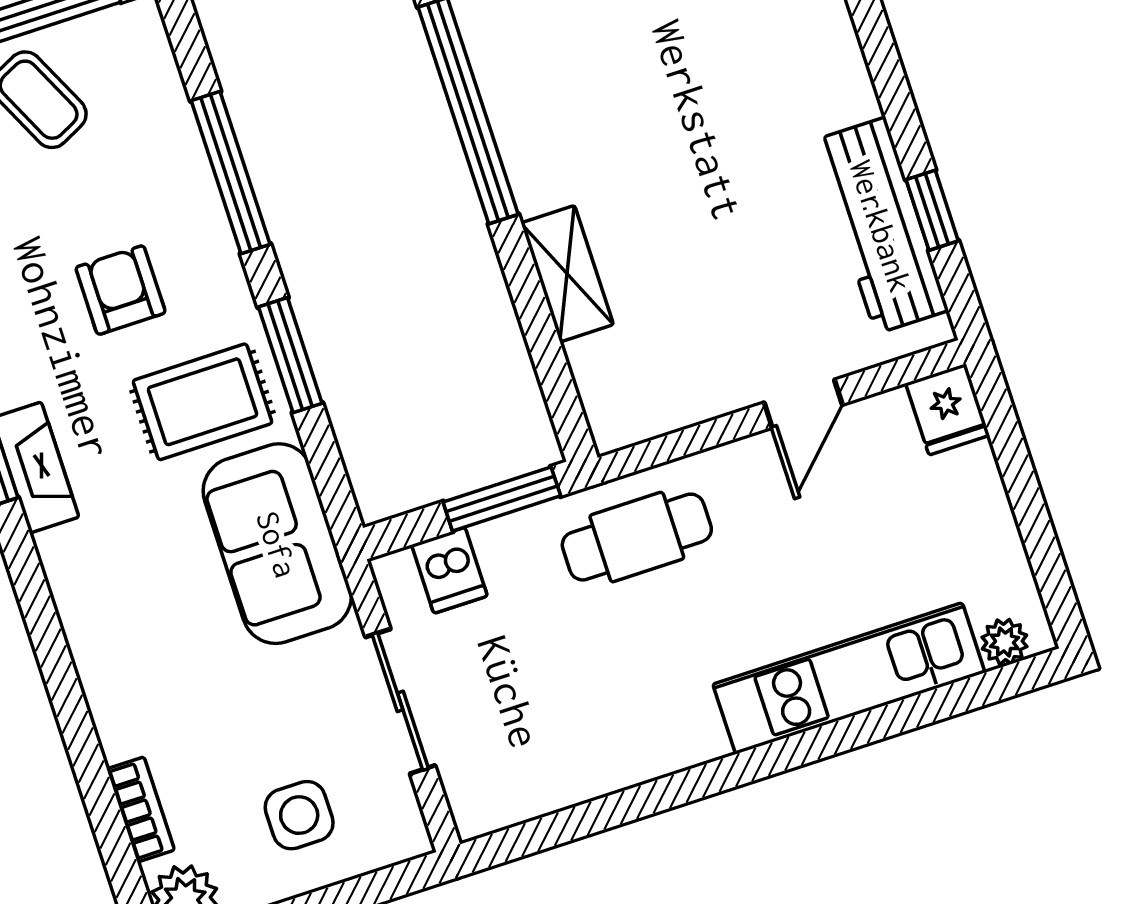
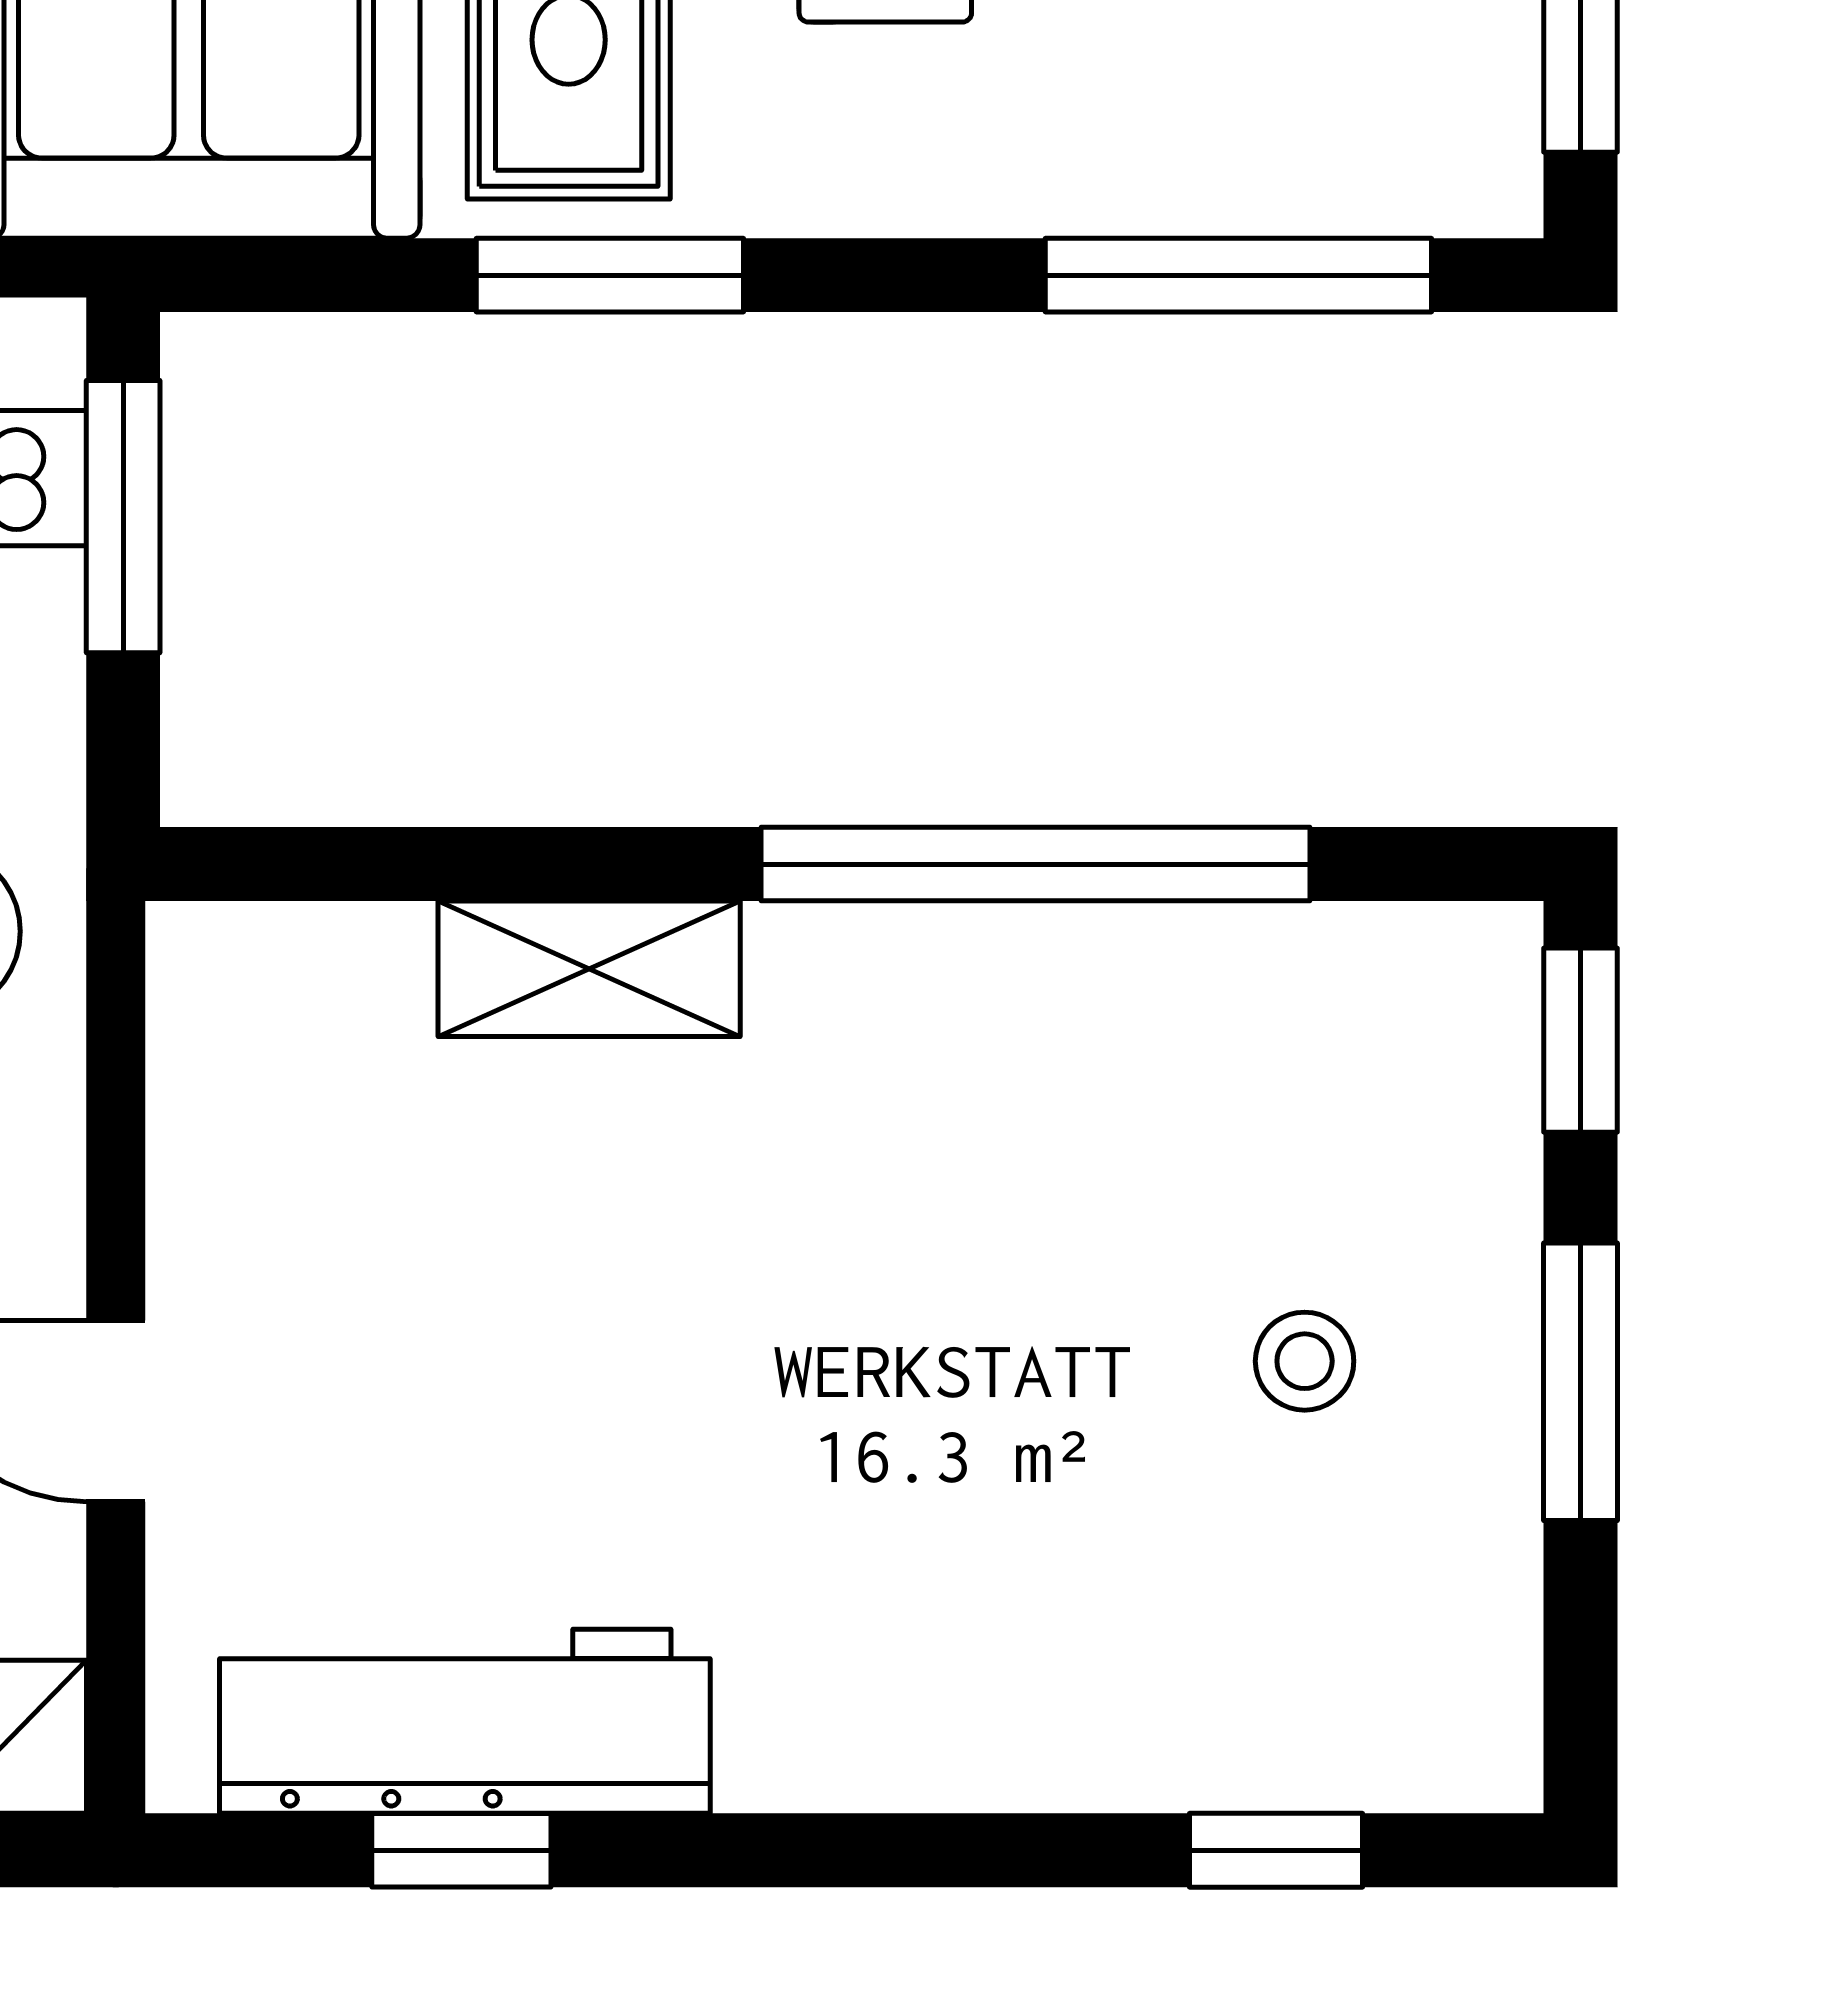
window: (231, 172) -> (1238, 275), moved
window: (502, 499) -> (123, 517), moved

